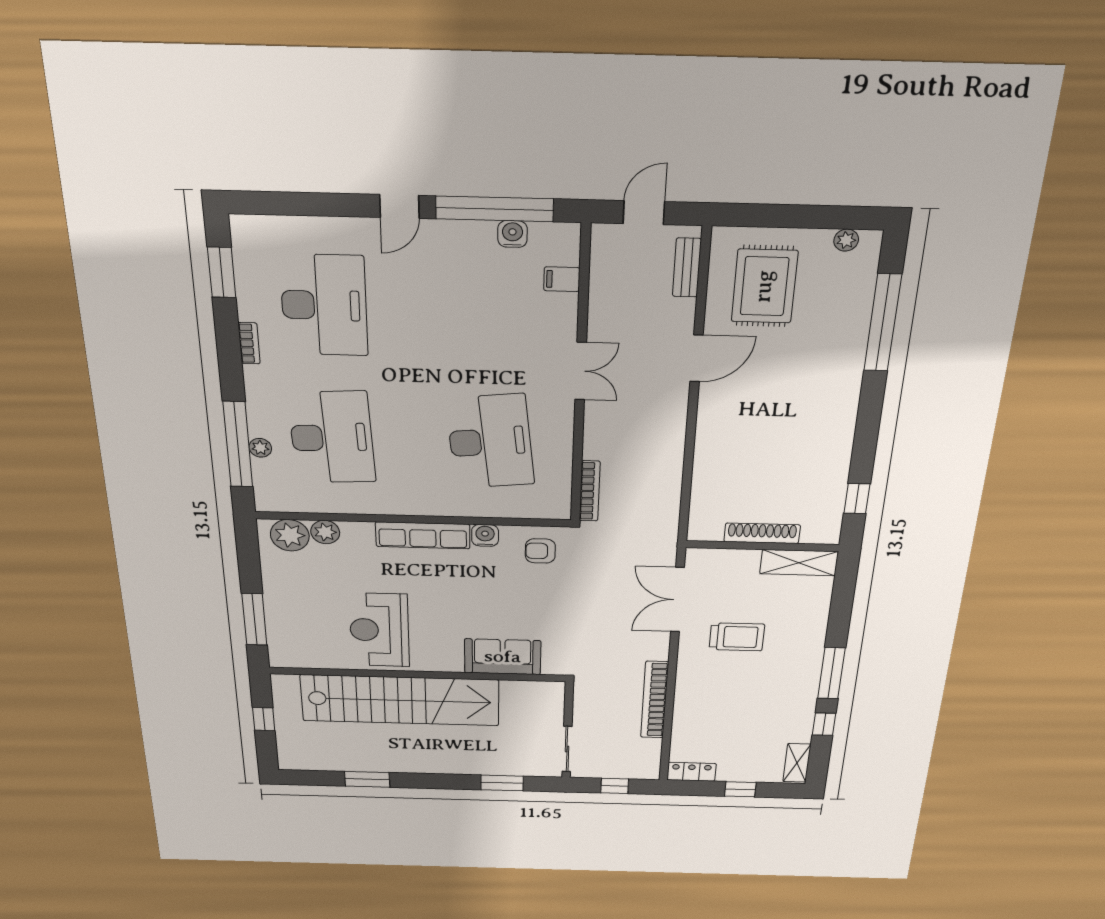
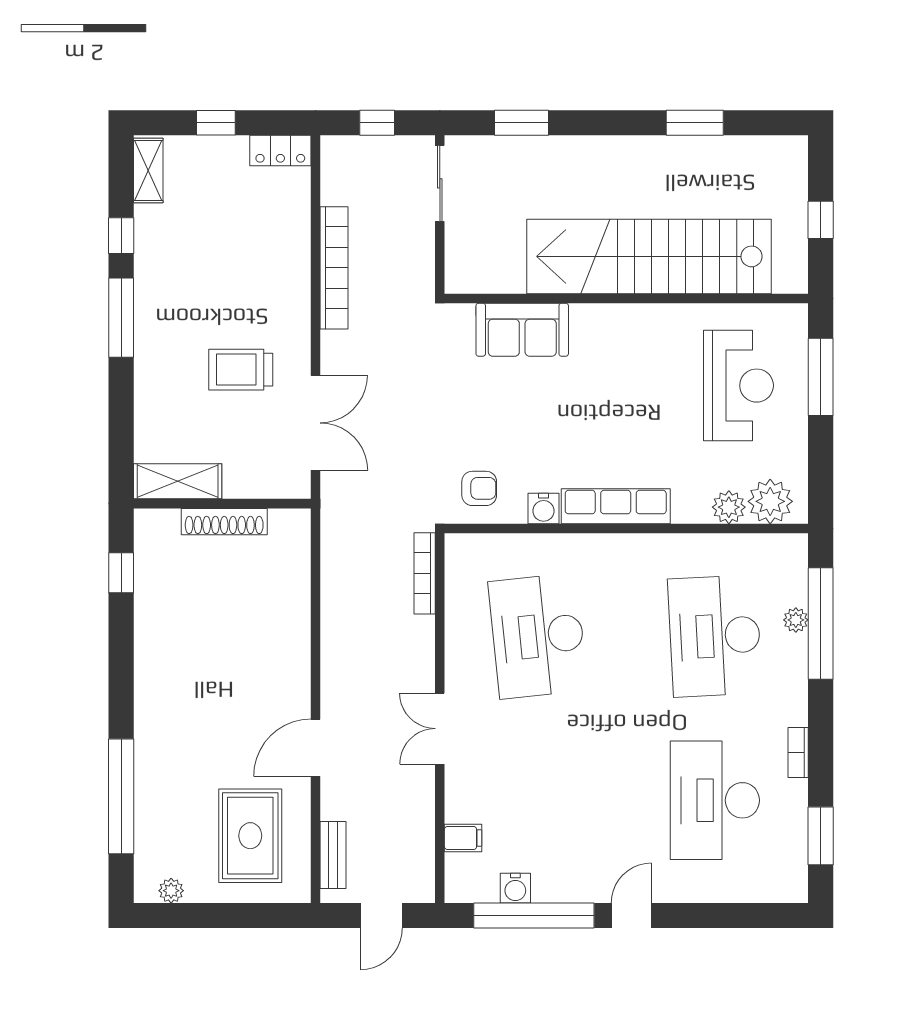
reception desk: (379, 630) -> (739, 386), moved

